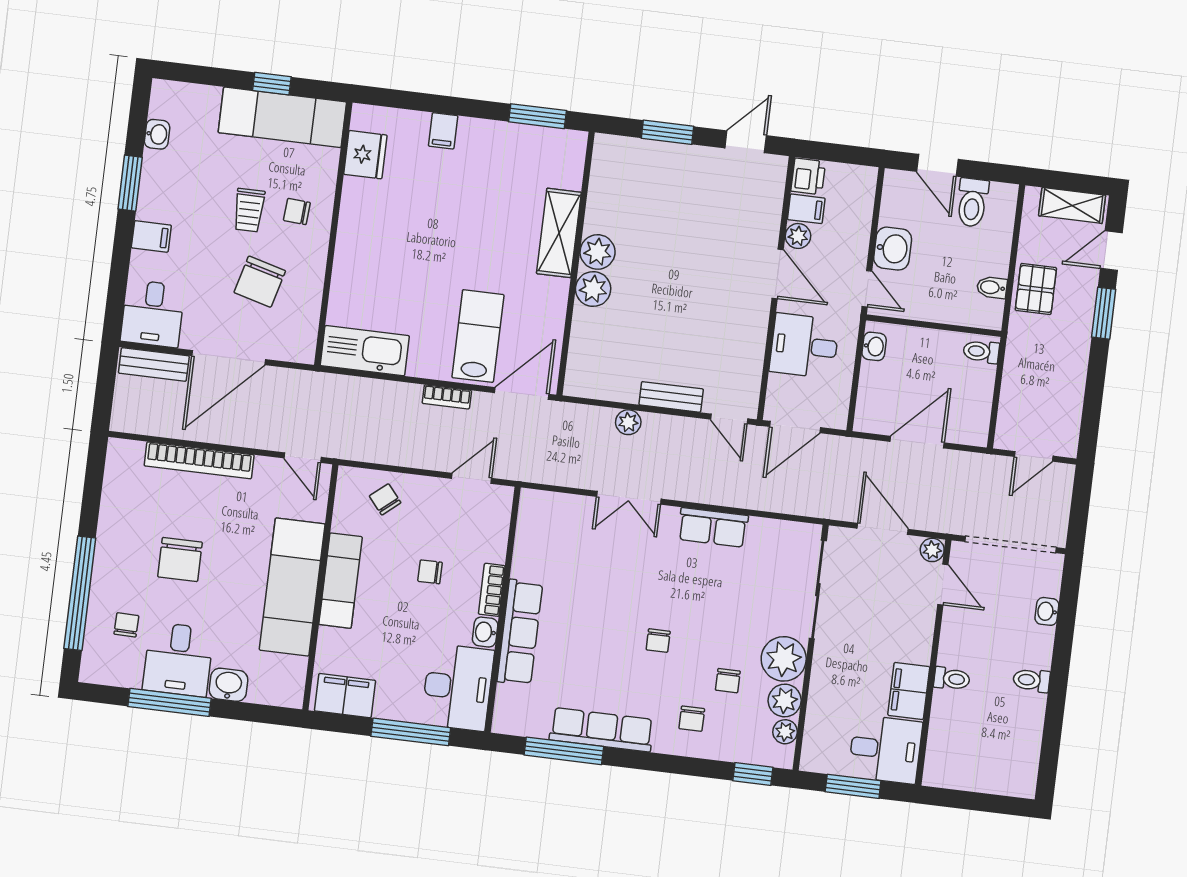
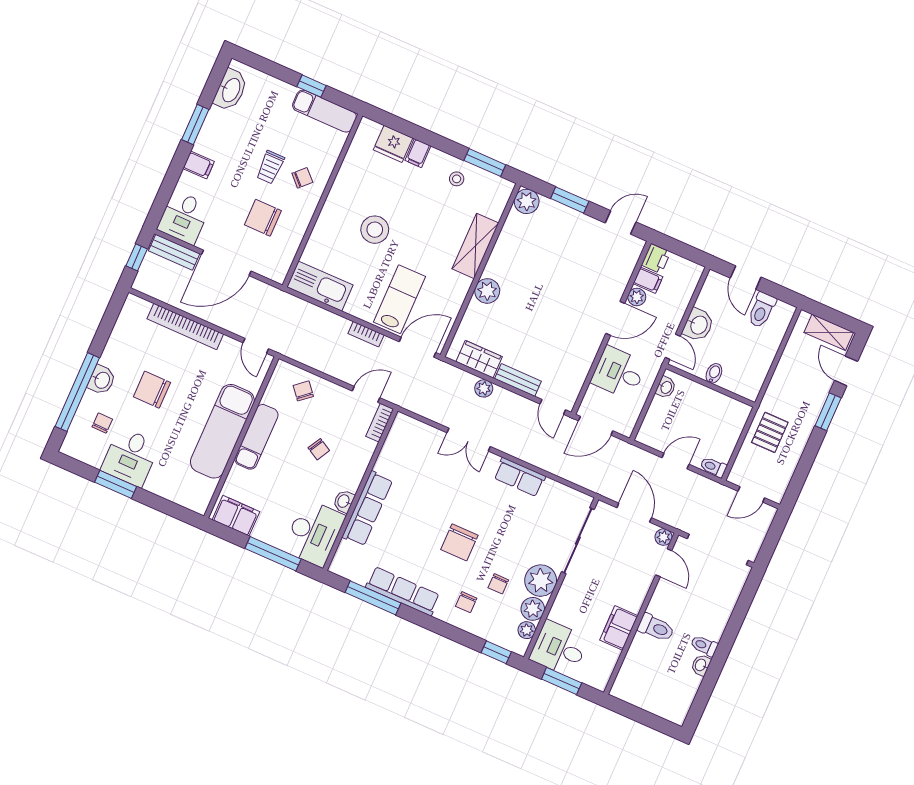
exam couch: (282, 117) -> (324, 111), width x0.73, depth x0.69
washbasin: (157, 134) -> (231, 90), width x1.91, depth x1.45
stool: (506, 150) -> (457, 179), added
fridge: (365, 155) -> (393, 144), moved, turned 90
chair: (297, 212) -> (302, 178), turned 131
door: (1111, 251) -> (846, 371), hinge flipped
stool: (416, 252) -> (375, 230), added
plant: (598, 252) -> (527, 201), moved
door: (778, 274) -> (615, 318), hinge flipped
chair: (260, 282) -> (263, 218), turned 75
bidet: (992, 287) -> (714, 373), moved, turned 90
pallet: (1036, 289) -> (770, 432), moved
toilet: (981, 352) -> (713, 467), moved
wardrobe: (610, 385) -> (479, 359), added
window: (105, 387) -> (137, 257), added
door: (917, 442) -> (675, 461), width x0.73
chair: (180, 559) -> (152, 390), turned 90
chair: (430, 572) -> (319, 449), turned -151
bookcase: (492, 590) -> (380, 423), moved
washbasin: (1047, 611) -> (701, 665), moved
chair: (658, 641) -> (459, 542), width x1.87, depth x1.87
toilet: (952, 679) -> (656, 628), width x1.37, depth x1.39
washbasin: (229, 685) -> (102, 380), moved, turned 90
window: (169, 702) -> (116, 484), width x0.69
desk: (885, 749) -> (559, 648), moved, turned 180

